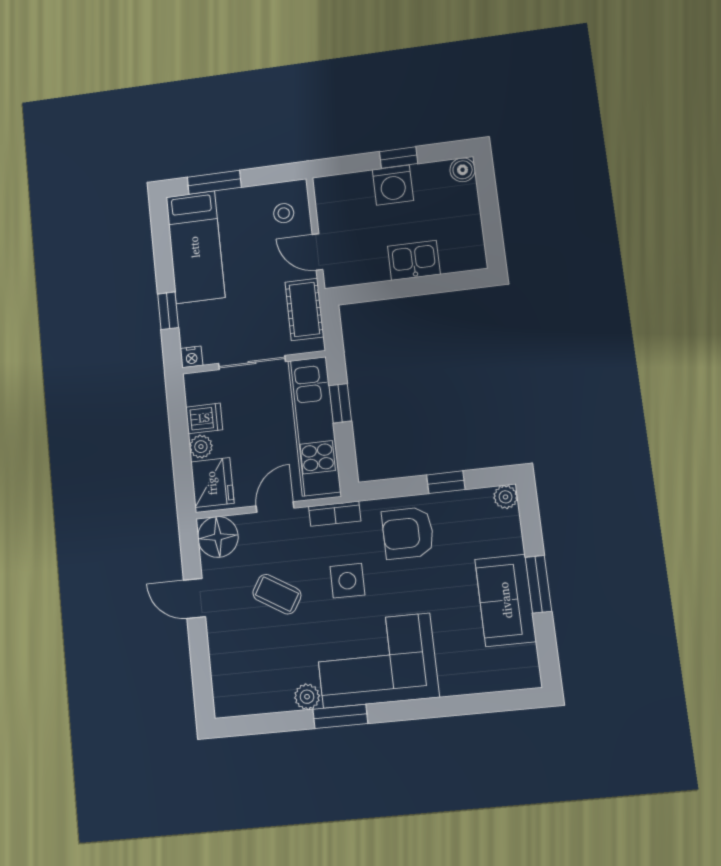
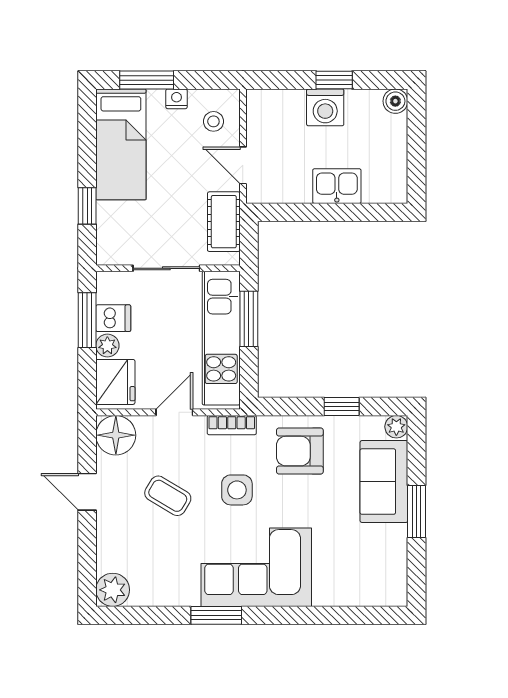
nightstand: (192, 357) -> (177, 99), moved, turned 180
window: (340, 403) -> (249, 319), width x1.50
window: (178, 423) -> (87, 320), added
sofa: (506, 600) -> (384, 482), moved
plant: (307, 697) -> (113, 590), moved, width x1.38, depth x1.38

